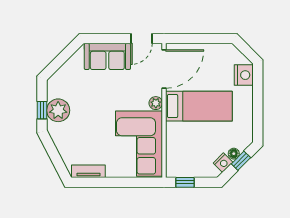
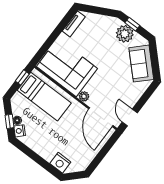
sofa: (107, 56) -> (141, 64), moved, turned -45
bed: (199, 106) -> (44, 97), moved, turned -90
nightstand: (223, 163) -> (20, 131), moved

